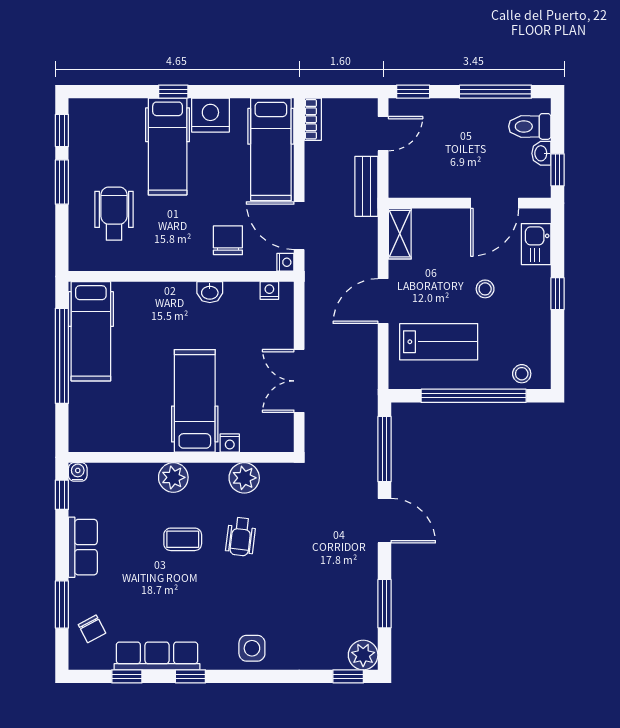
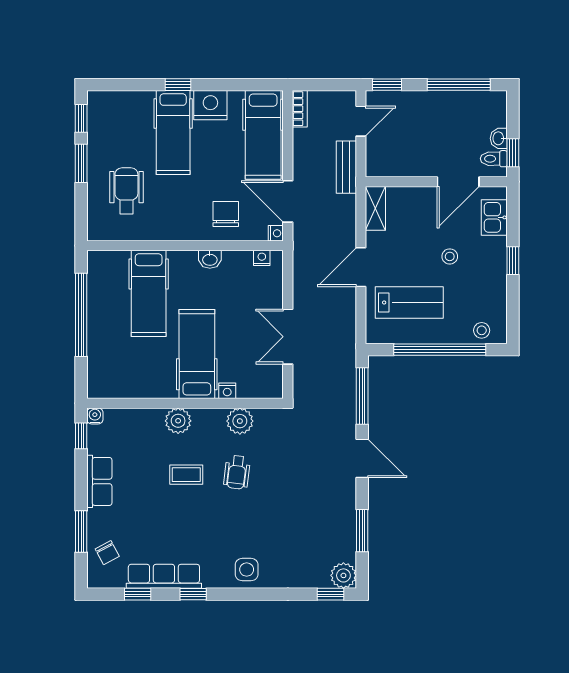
toilet: (530, 126) -> (494, 159), moved, width x0.73, depth x0.72
hospital bed: (91, 331) -> (149, 293), moved

